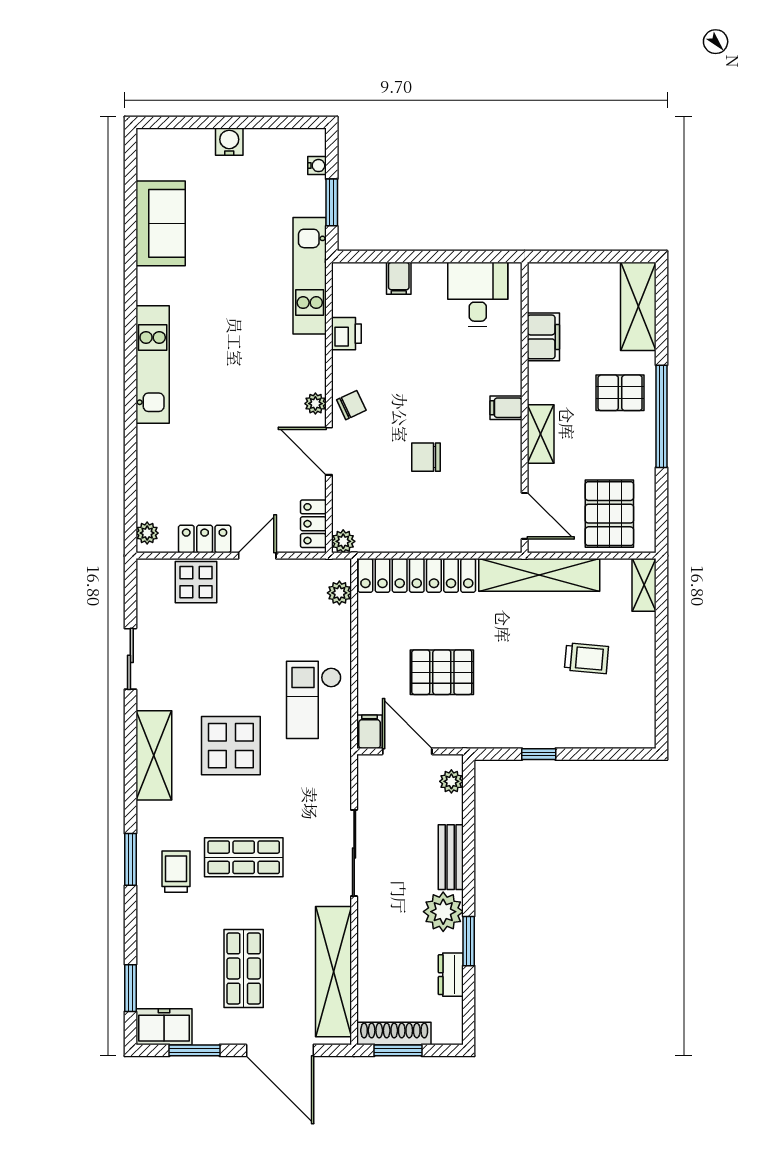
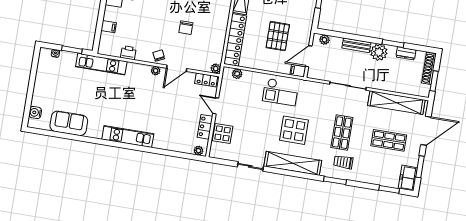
water cooler: (229, 142) -> (35, 113), moved
shelving: (154, 755) -> (293, 163), width x1.47
shoe rack: (394, 1033) -> (429, 68), moved

